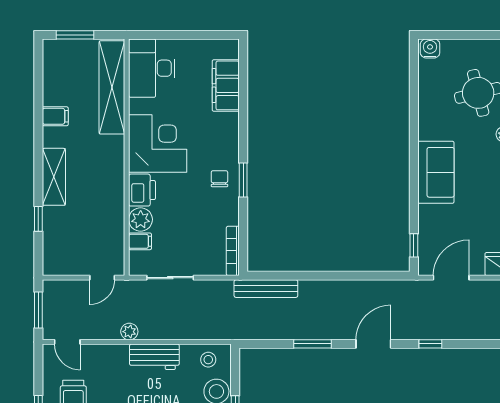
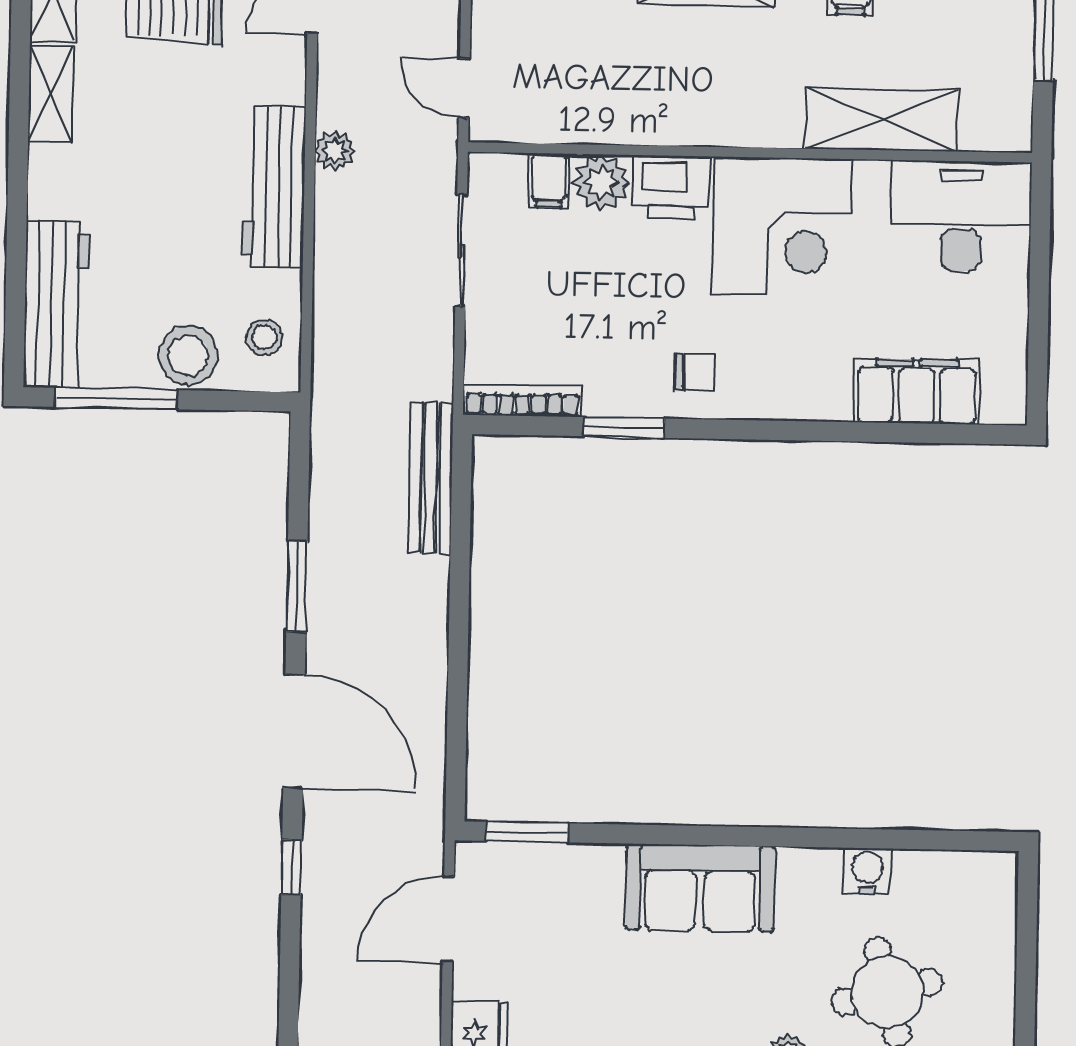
water cooler: (430, 48) -> (867, 871), moved, turned -90
shelving: (112, 87) -> (882, 120), width x0.68
window: (243, 180) -> (624, 427), moved
window: (414, 245) -> (527, 832), width x1.50
door: (451, 278) -> (448, 919), swing flipped
door: (373, 344) -> (294, 731), width x1.36
workbench: (154, 357) -> (274, 187), width x1.38

